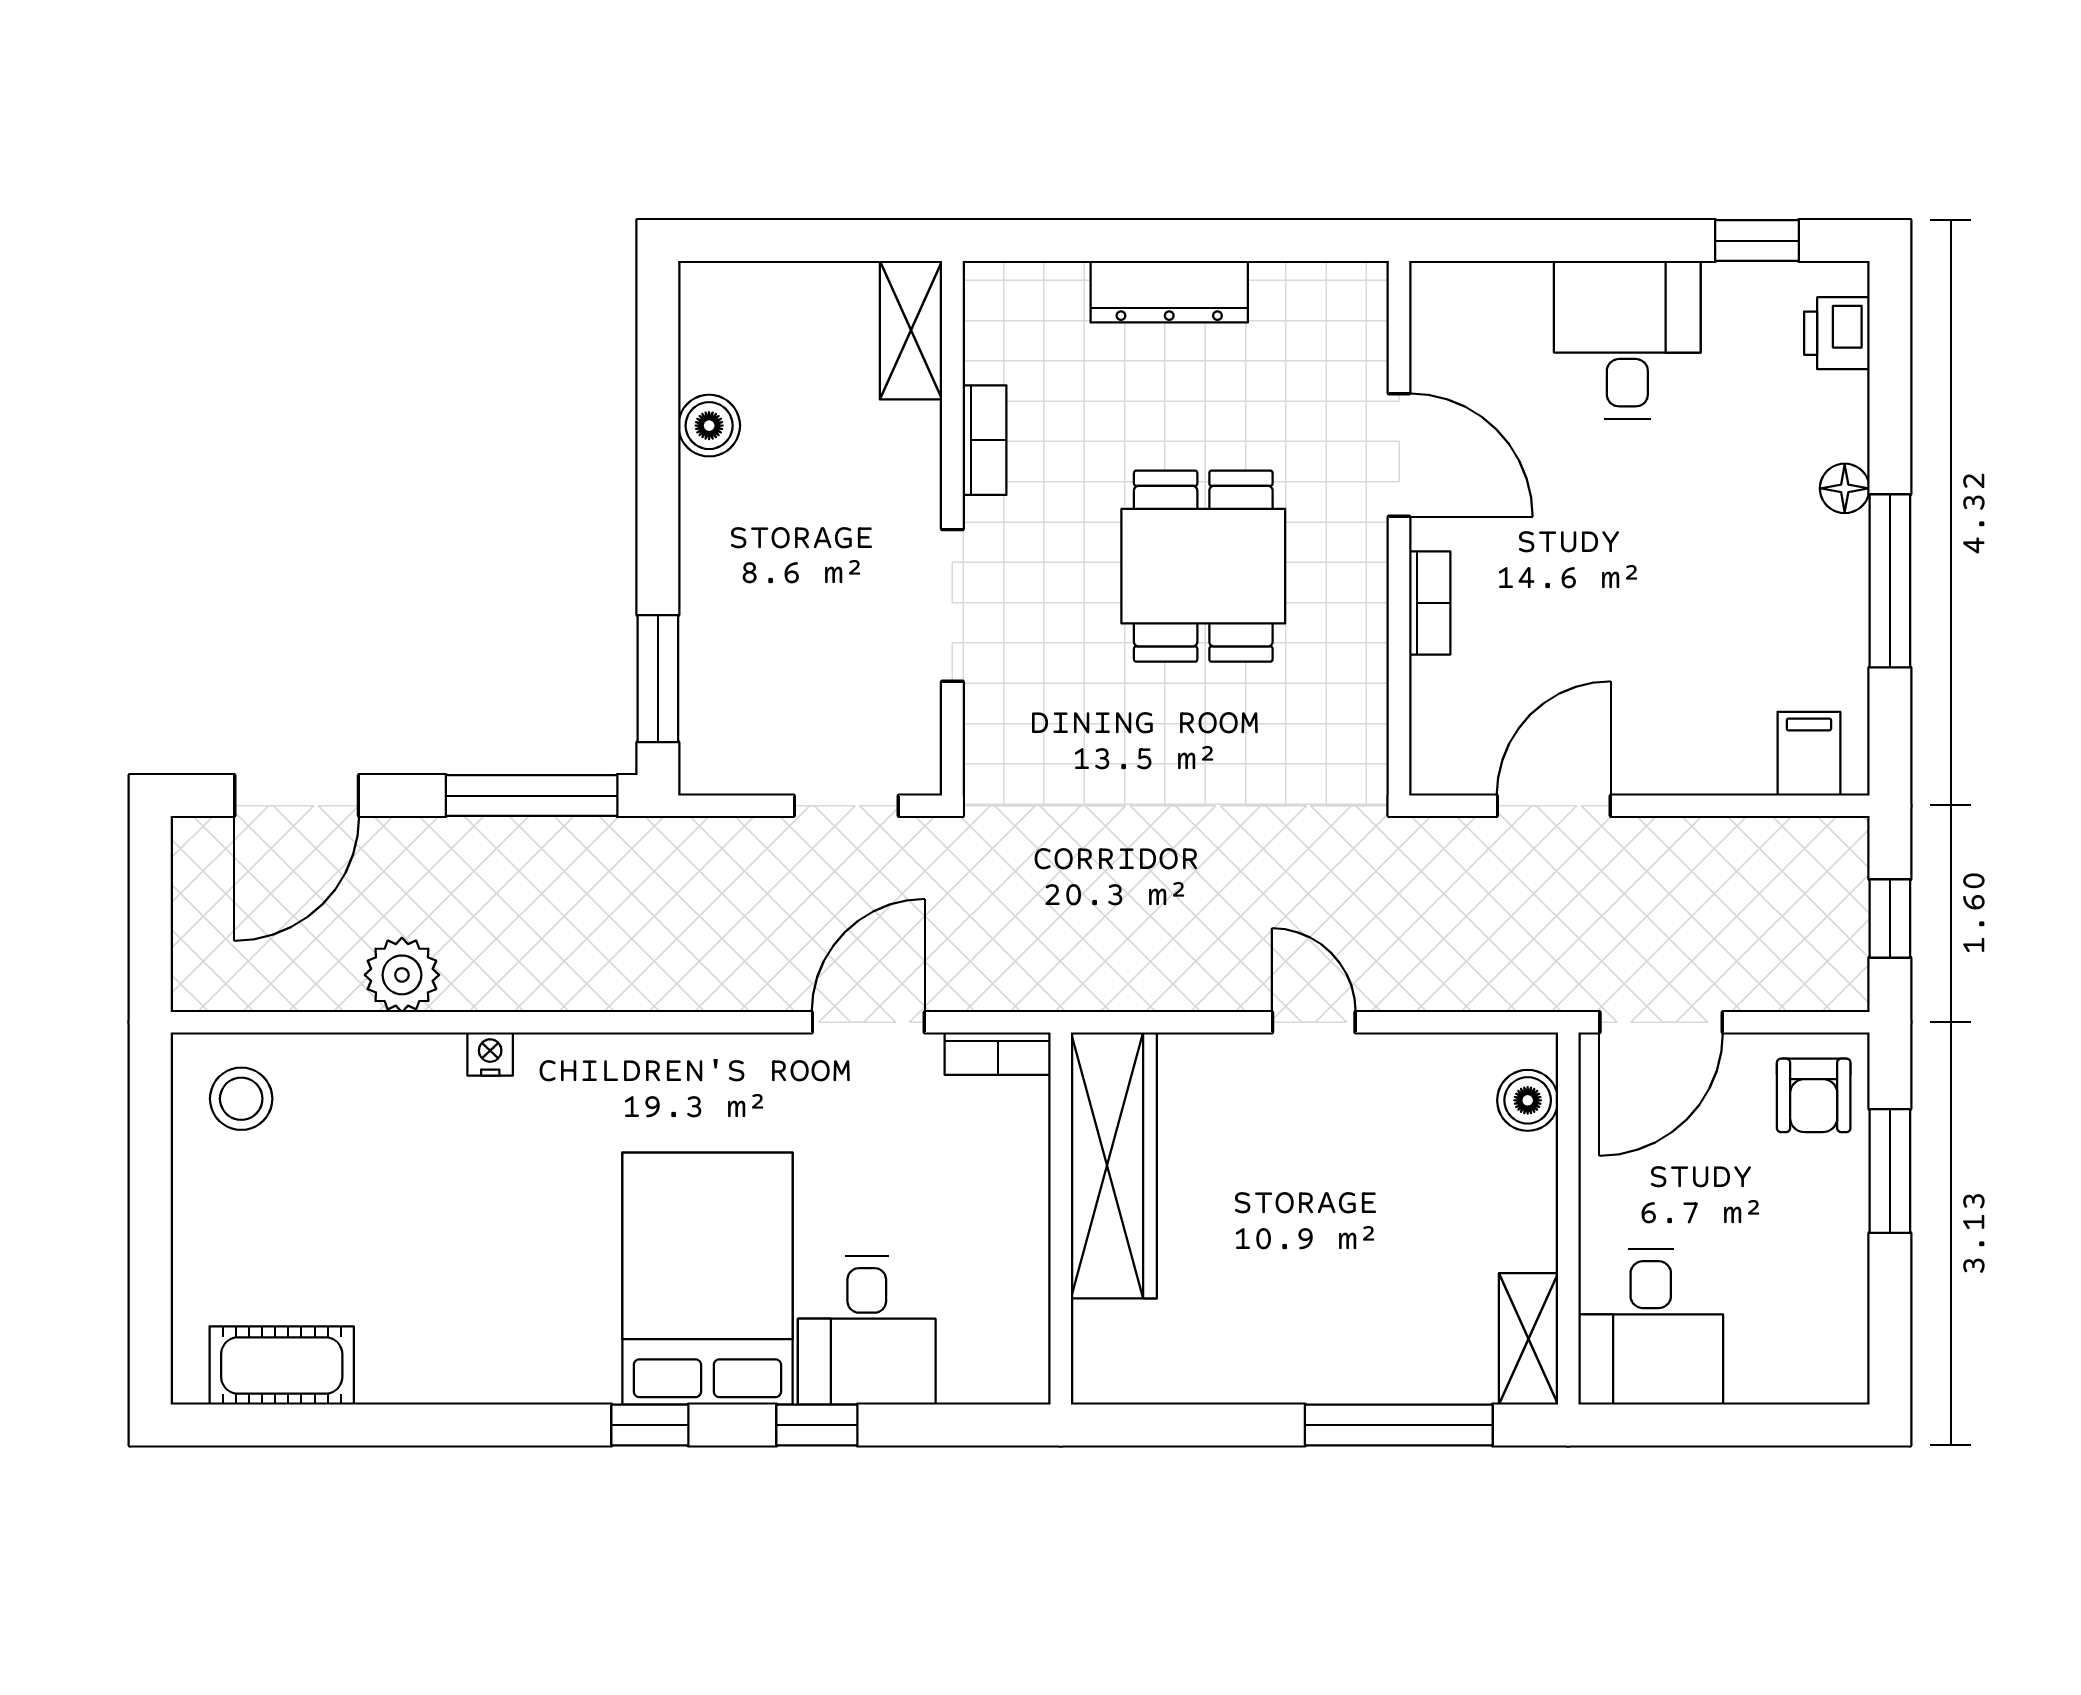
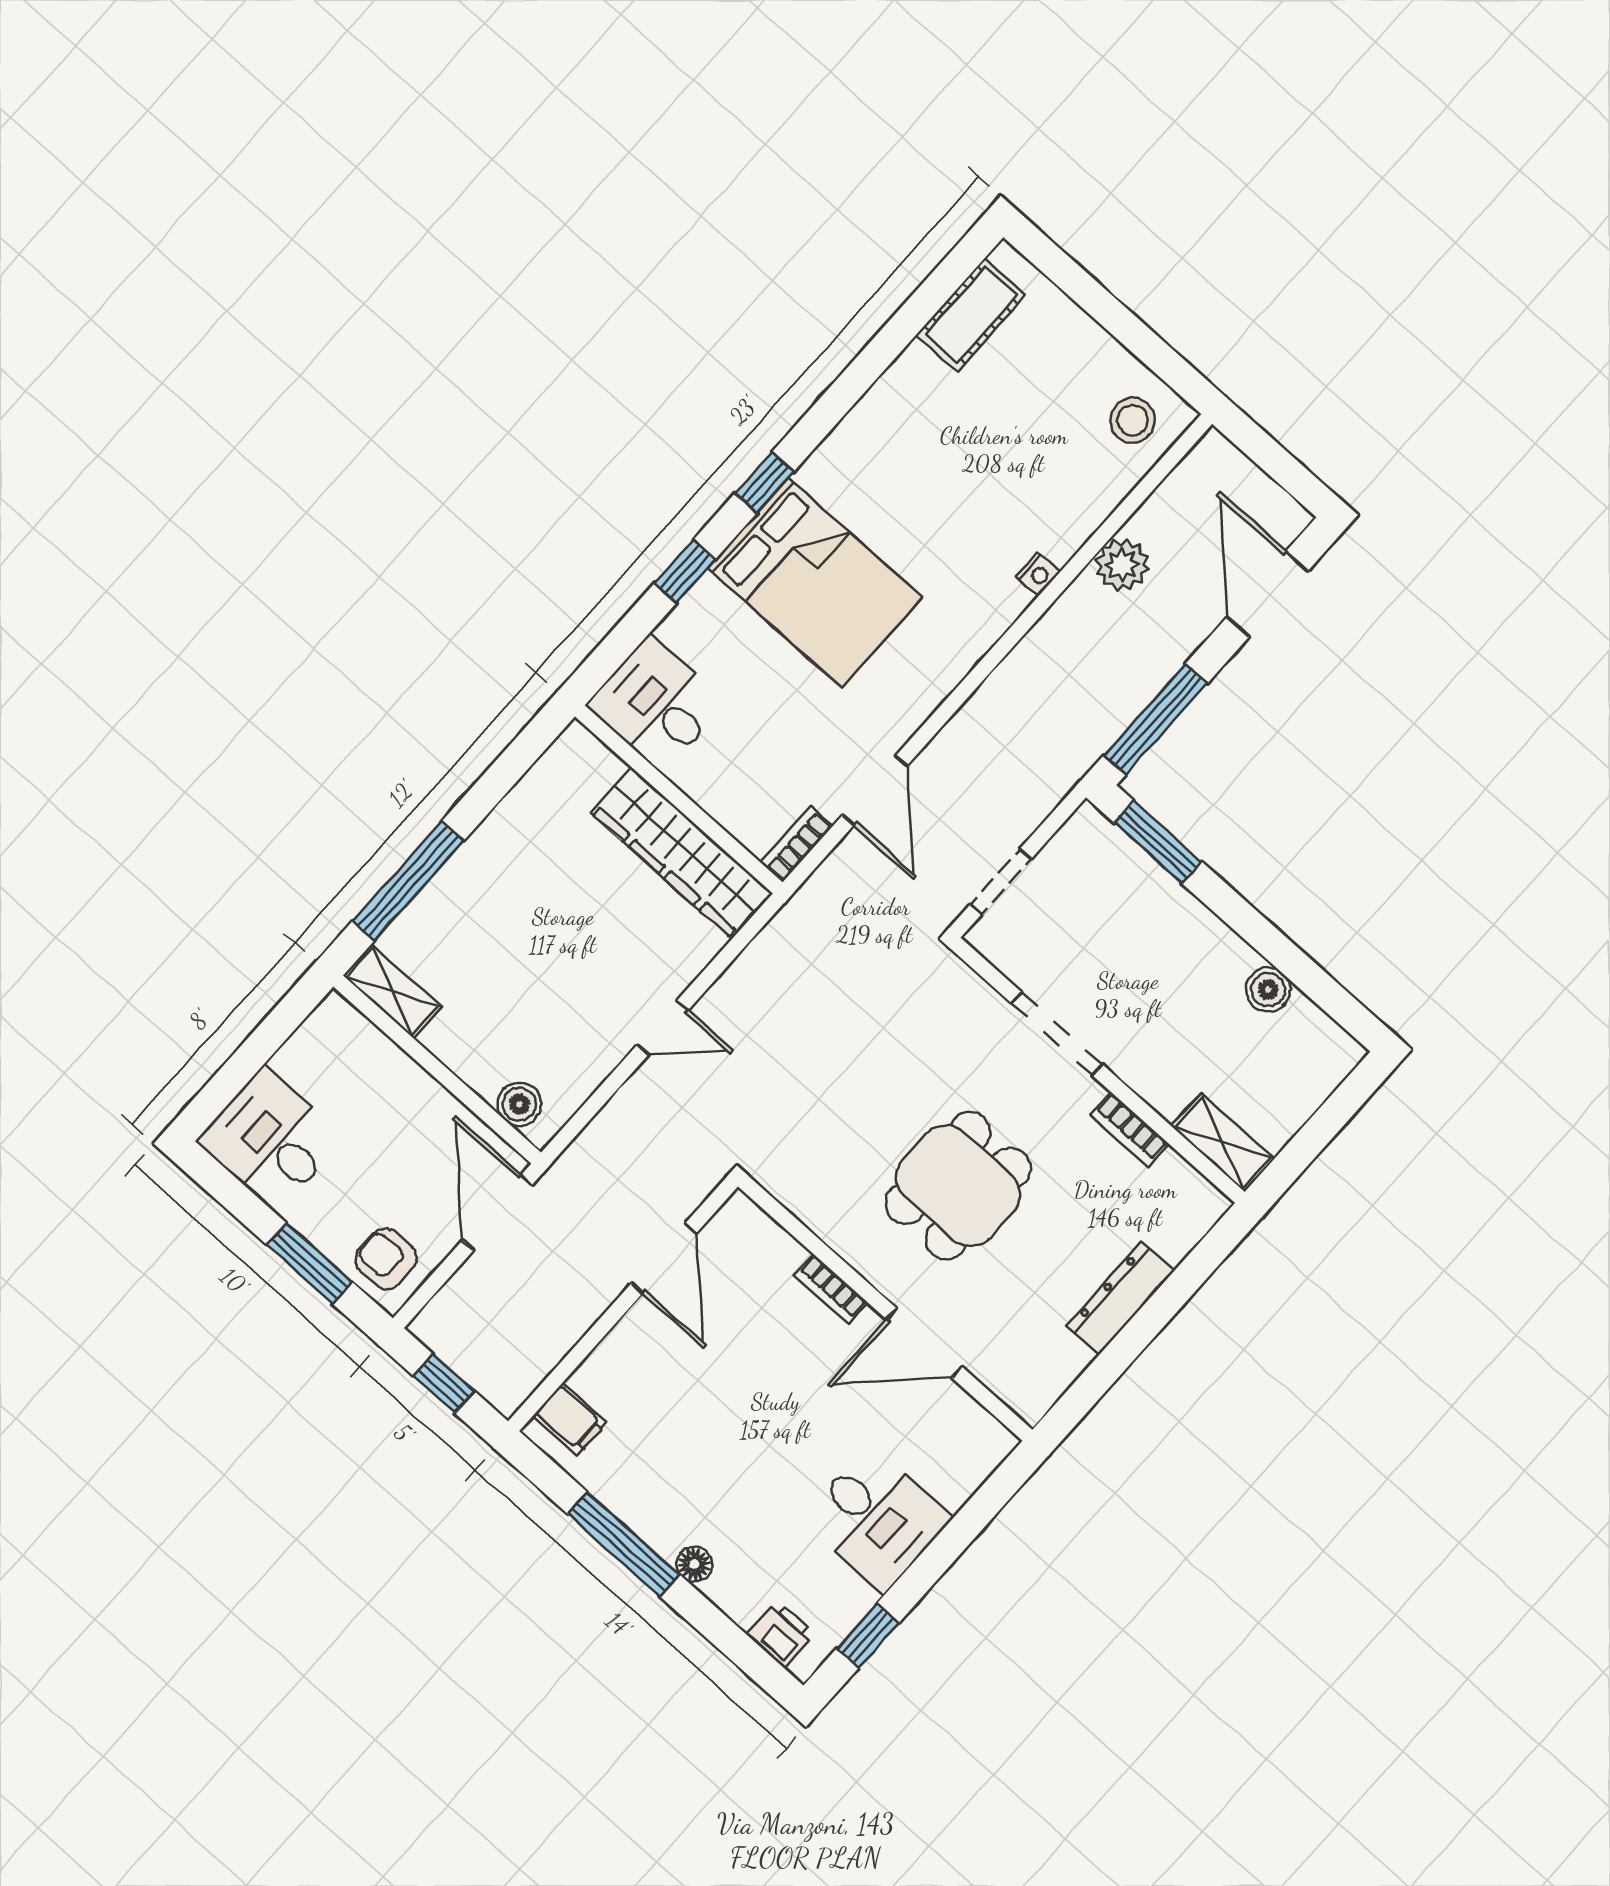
dining table: (1203, 566) -> (958, 1186), turned 90
desk: (1651, 1327) -> (271, 1140), moved
desk: (867, 1331) -> (657, 704), moved

